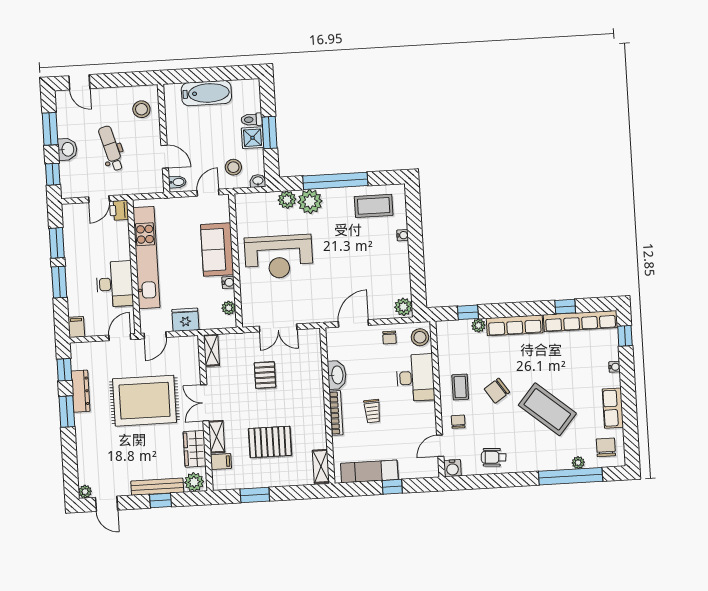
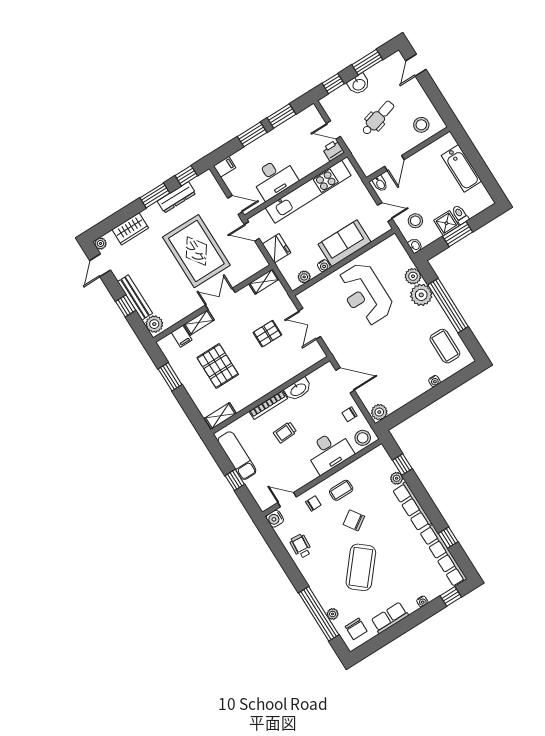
chair: (606, 447) -> (356, 629), turned 90
wardrobe: (195, 449) -> (130, 229), moved, turned 180

